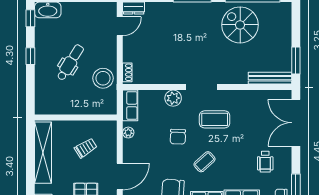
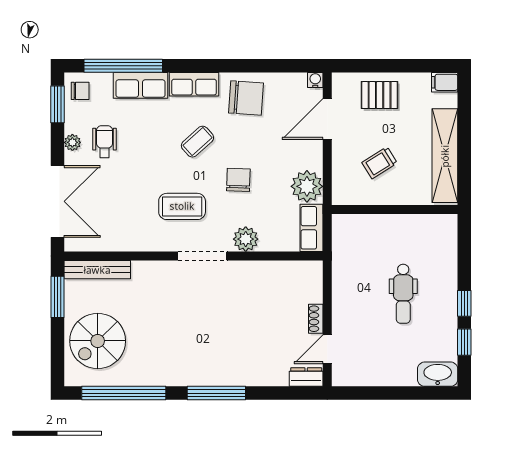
window: (30, 18) -> (464, 342), moved
spiral stairs: (240, 25) -> (98, 341), moved, turned 90
dental chair: (70, 62) -> (403, 294), turned -32
shoe rack: (127, 72) -> (316, 319), moved
stool: (103, 78) -> (353, 270), removed
plant: (128, 133) -> (307, 186), width x1.87, depth x1.87
plant: (286, 161) -> (72, 142), added

